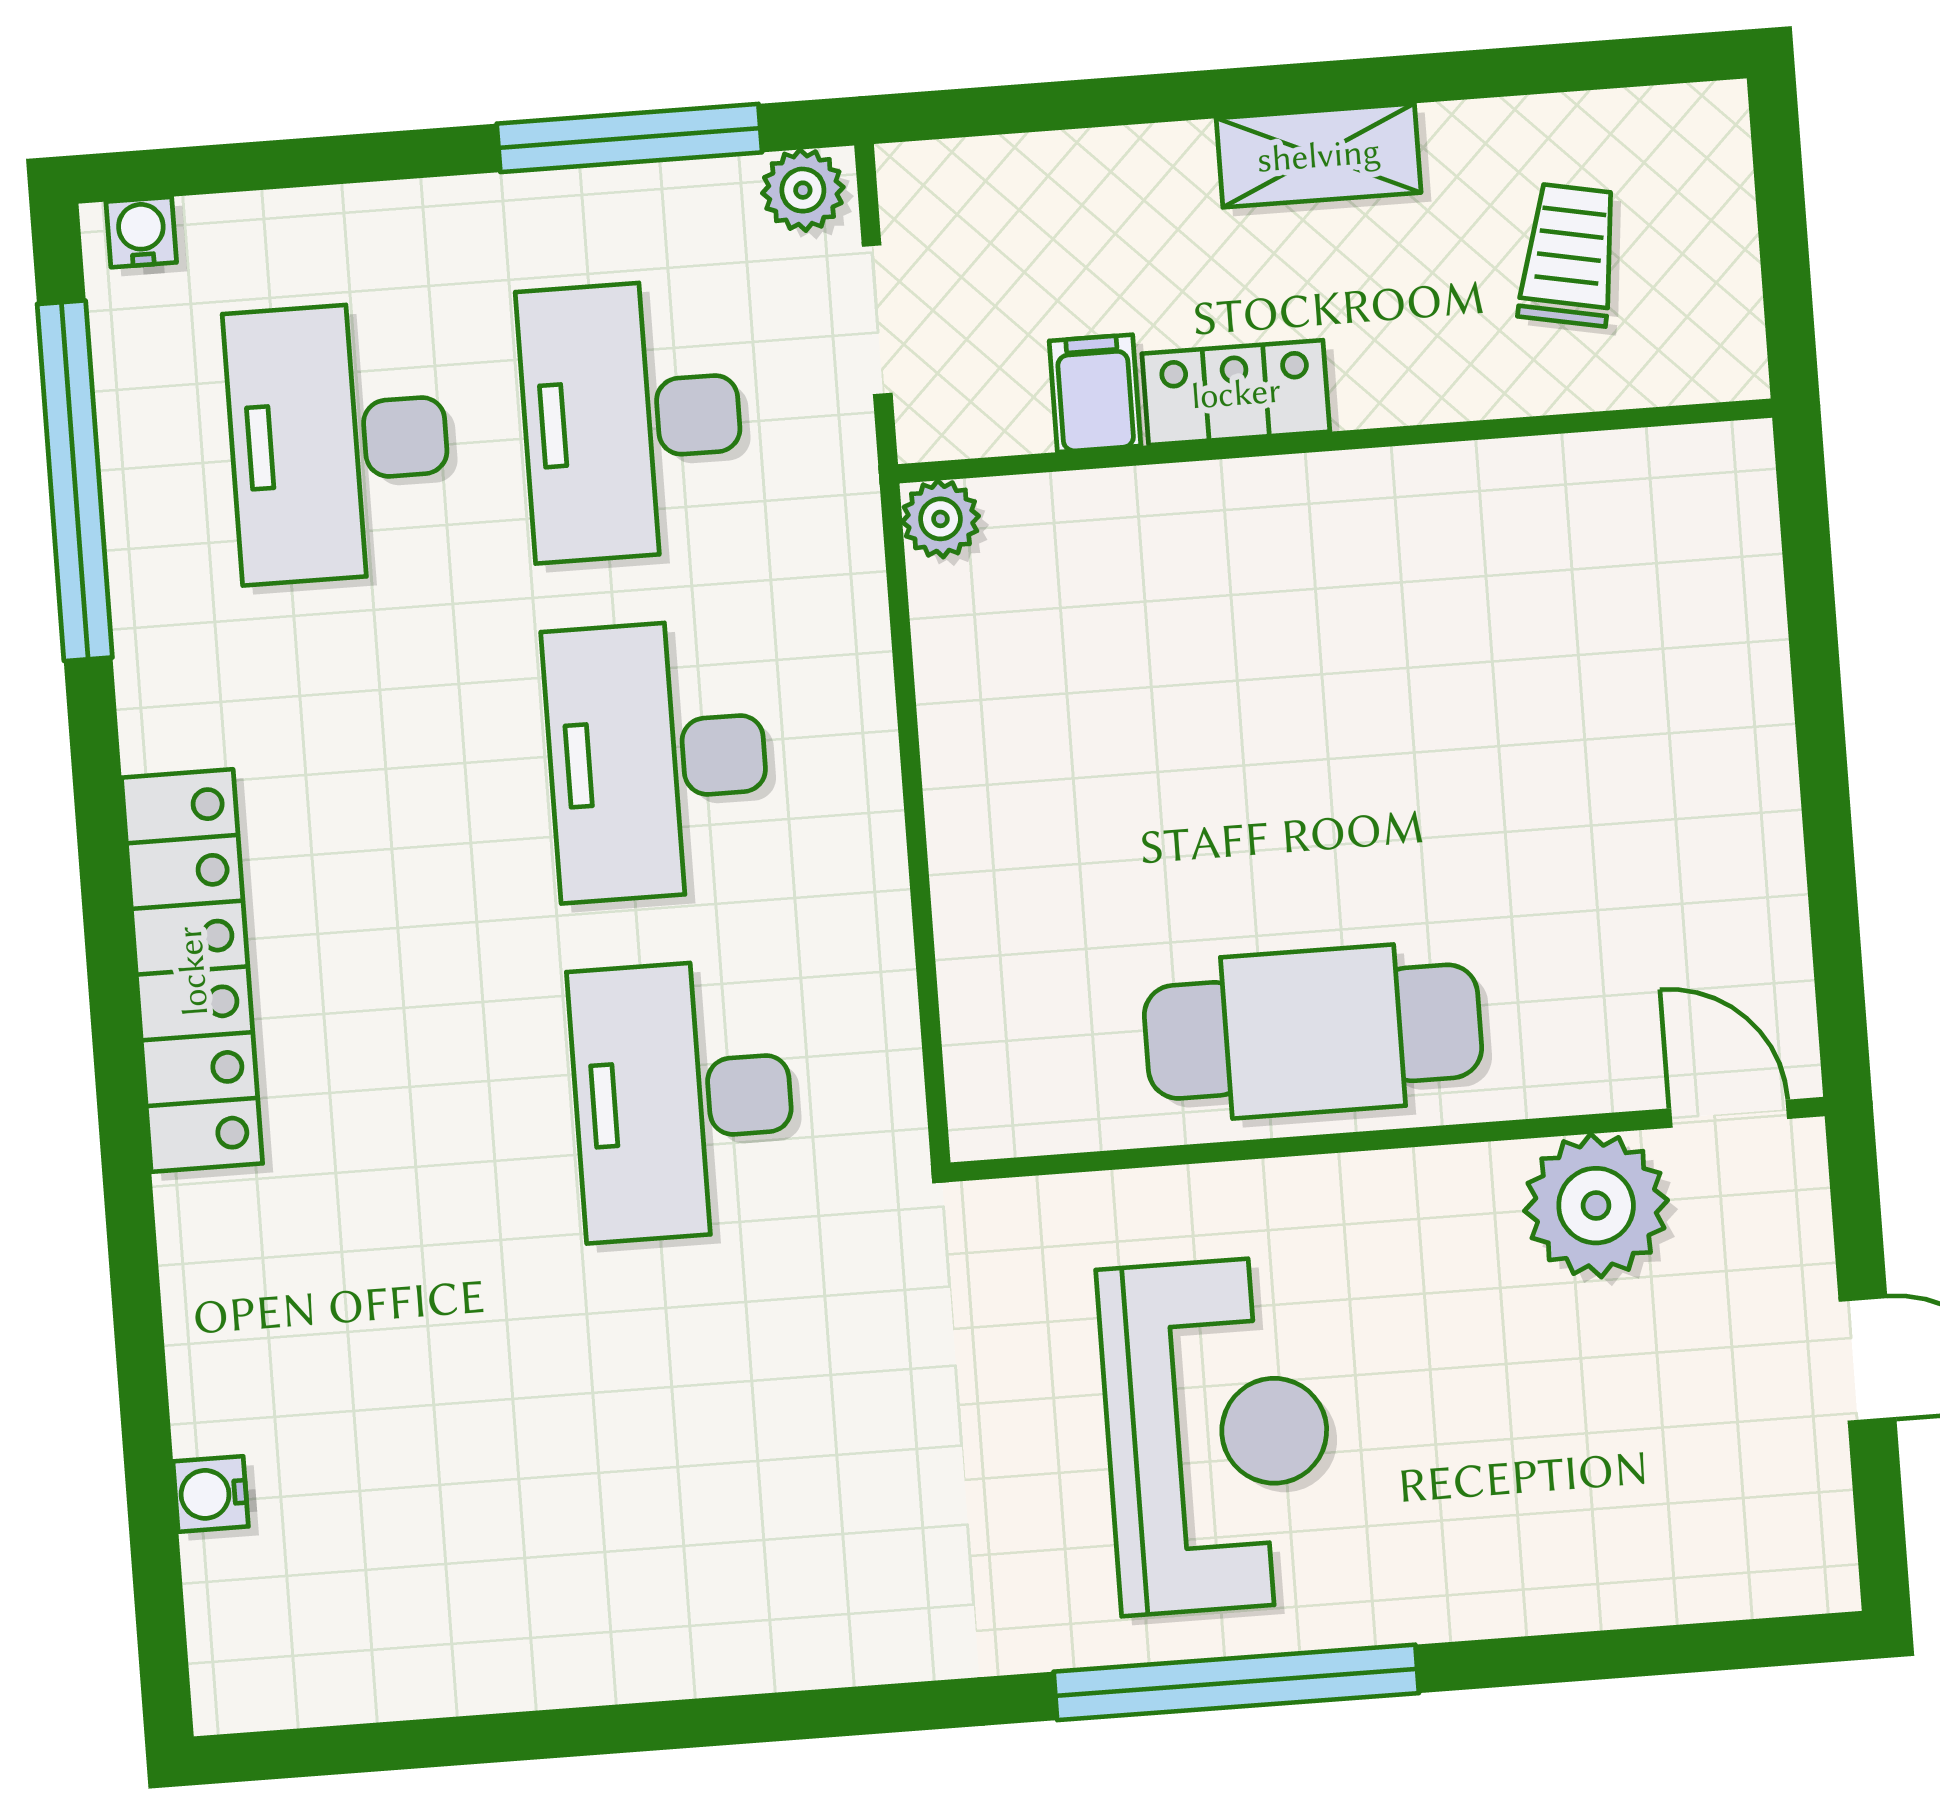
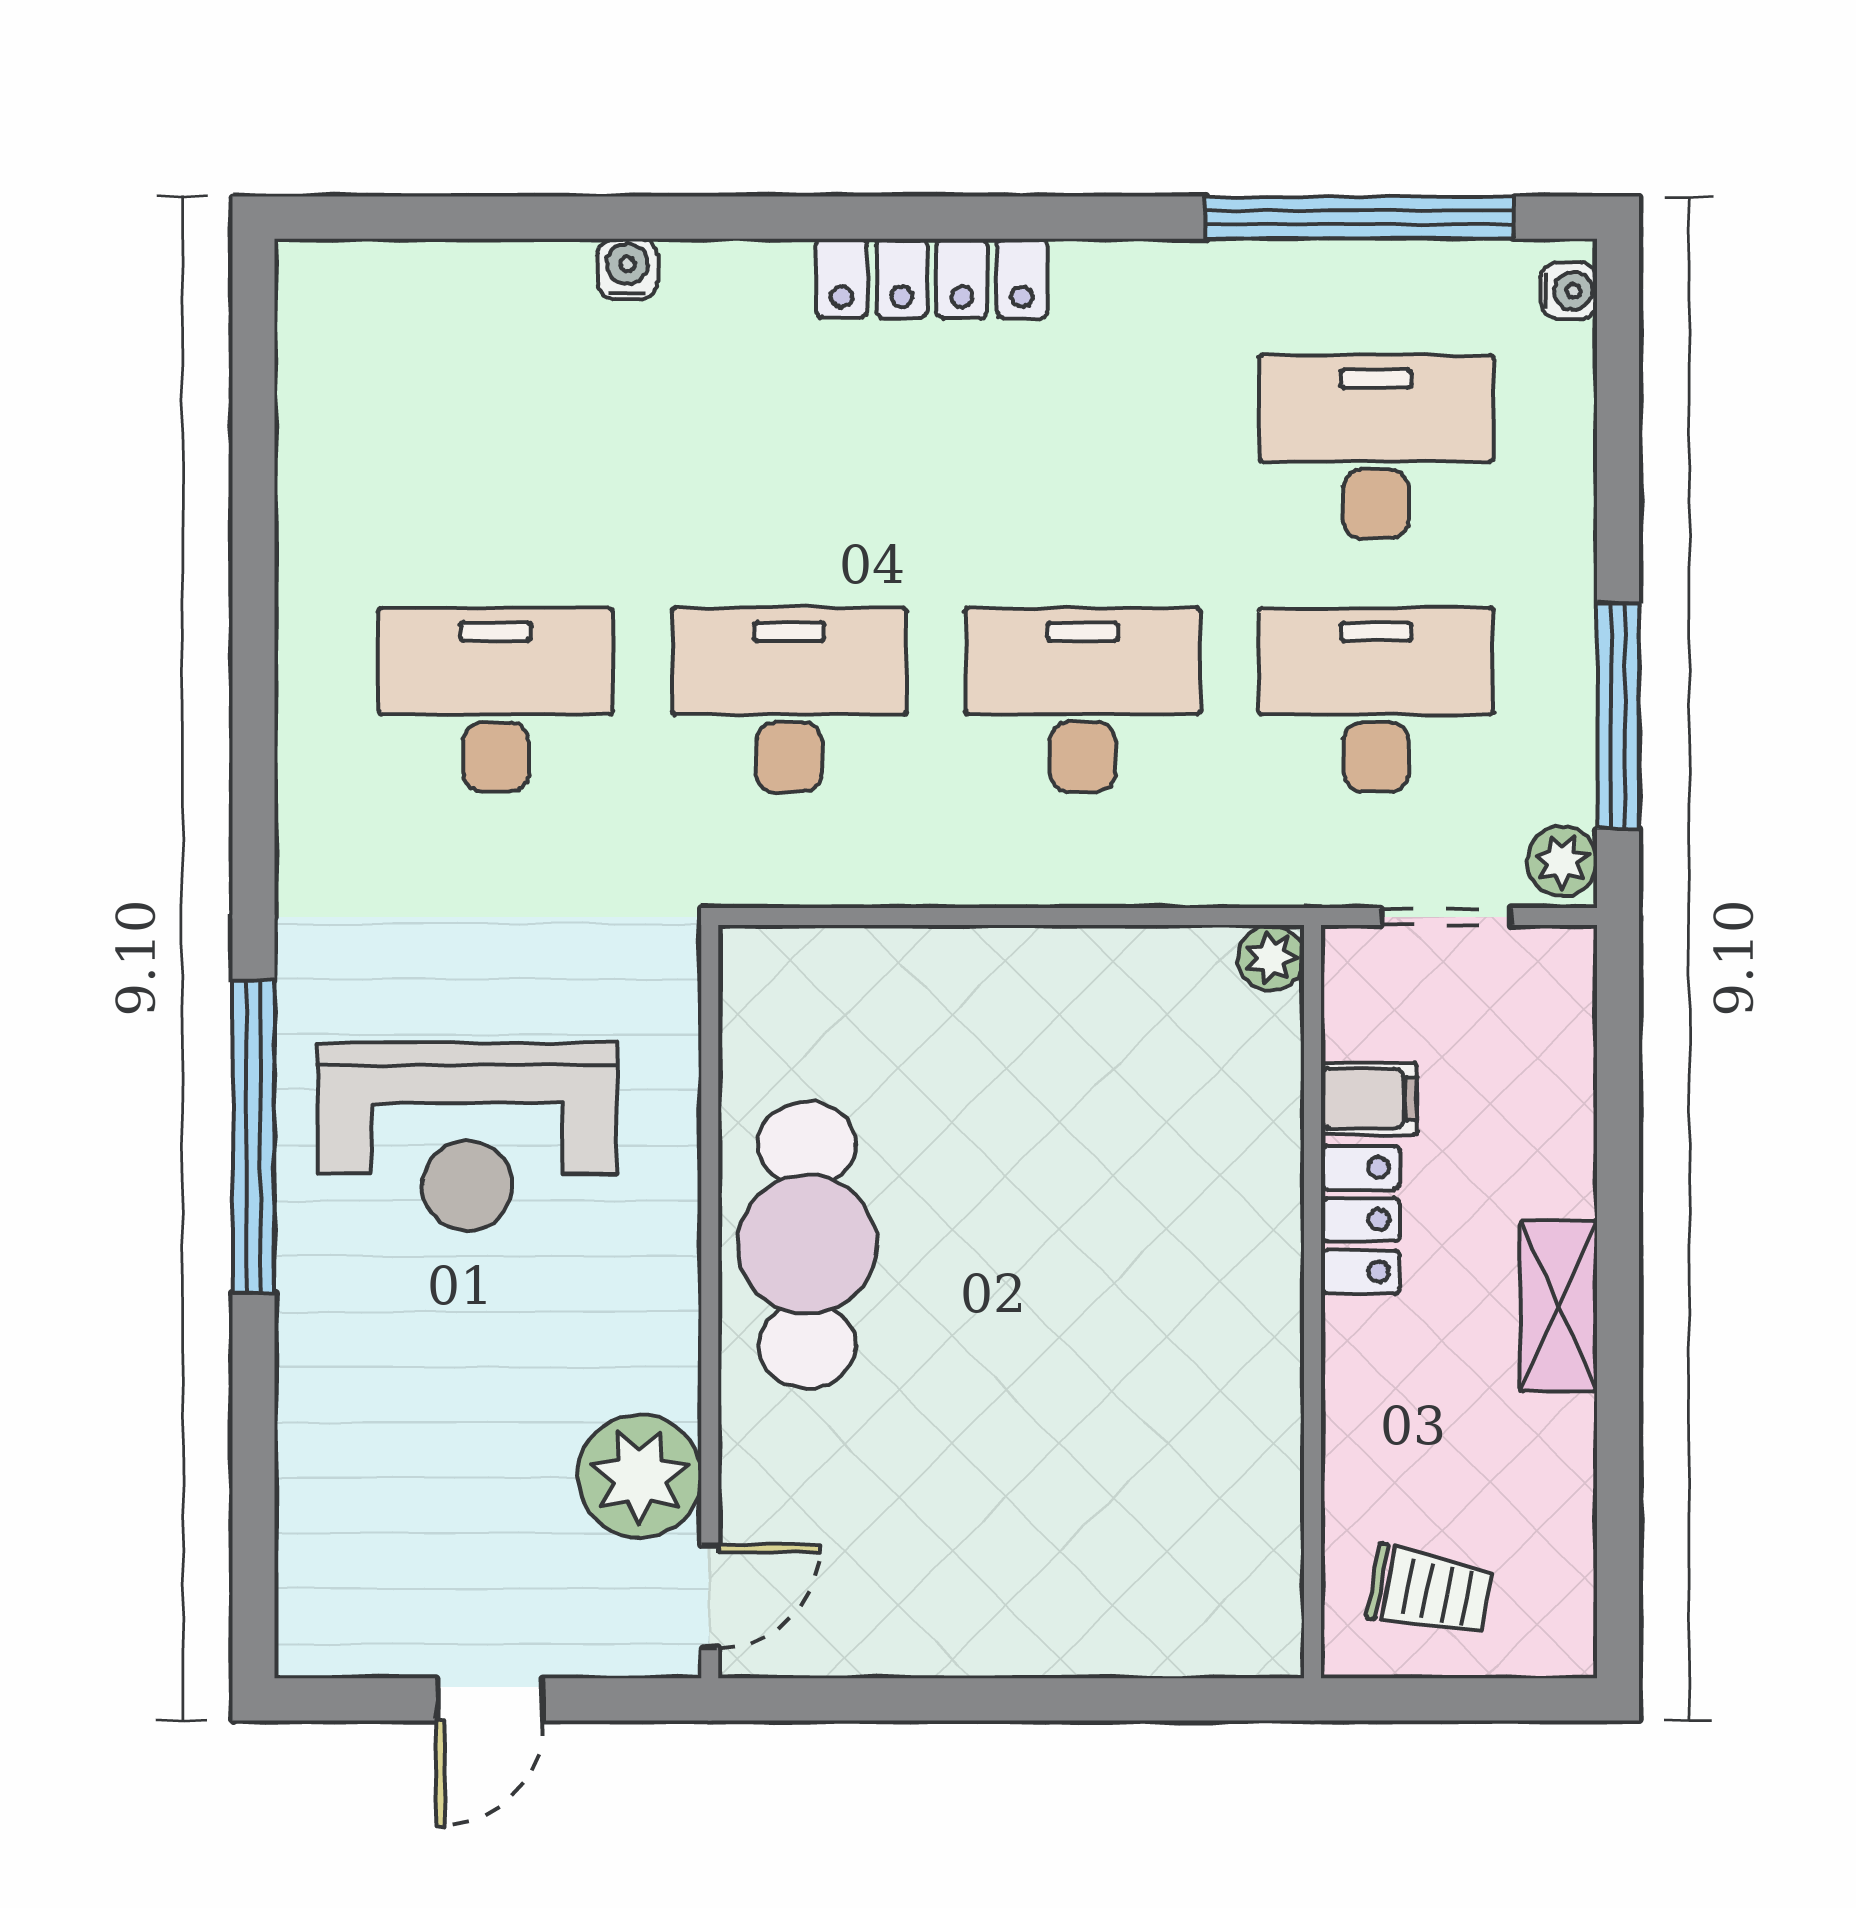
trolley: (1569, 255) -> (1429, 1591), moved
locker: (192, 971) -> (932, 278), width x0.71, depth x0.83
desk: (709, 1440) -> (496, 700), added
water cooler: (211, 1494) -> (627, 269), moved

